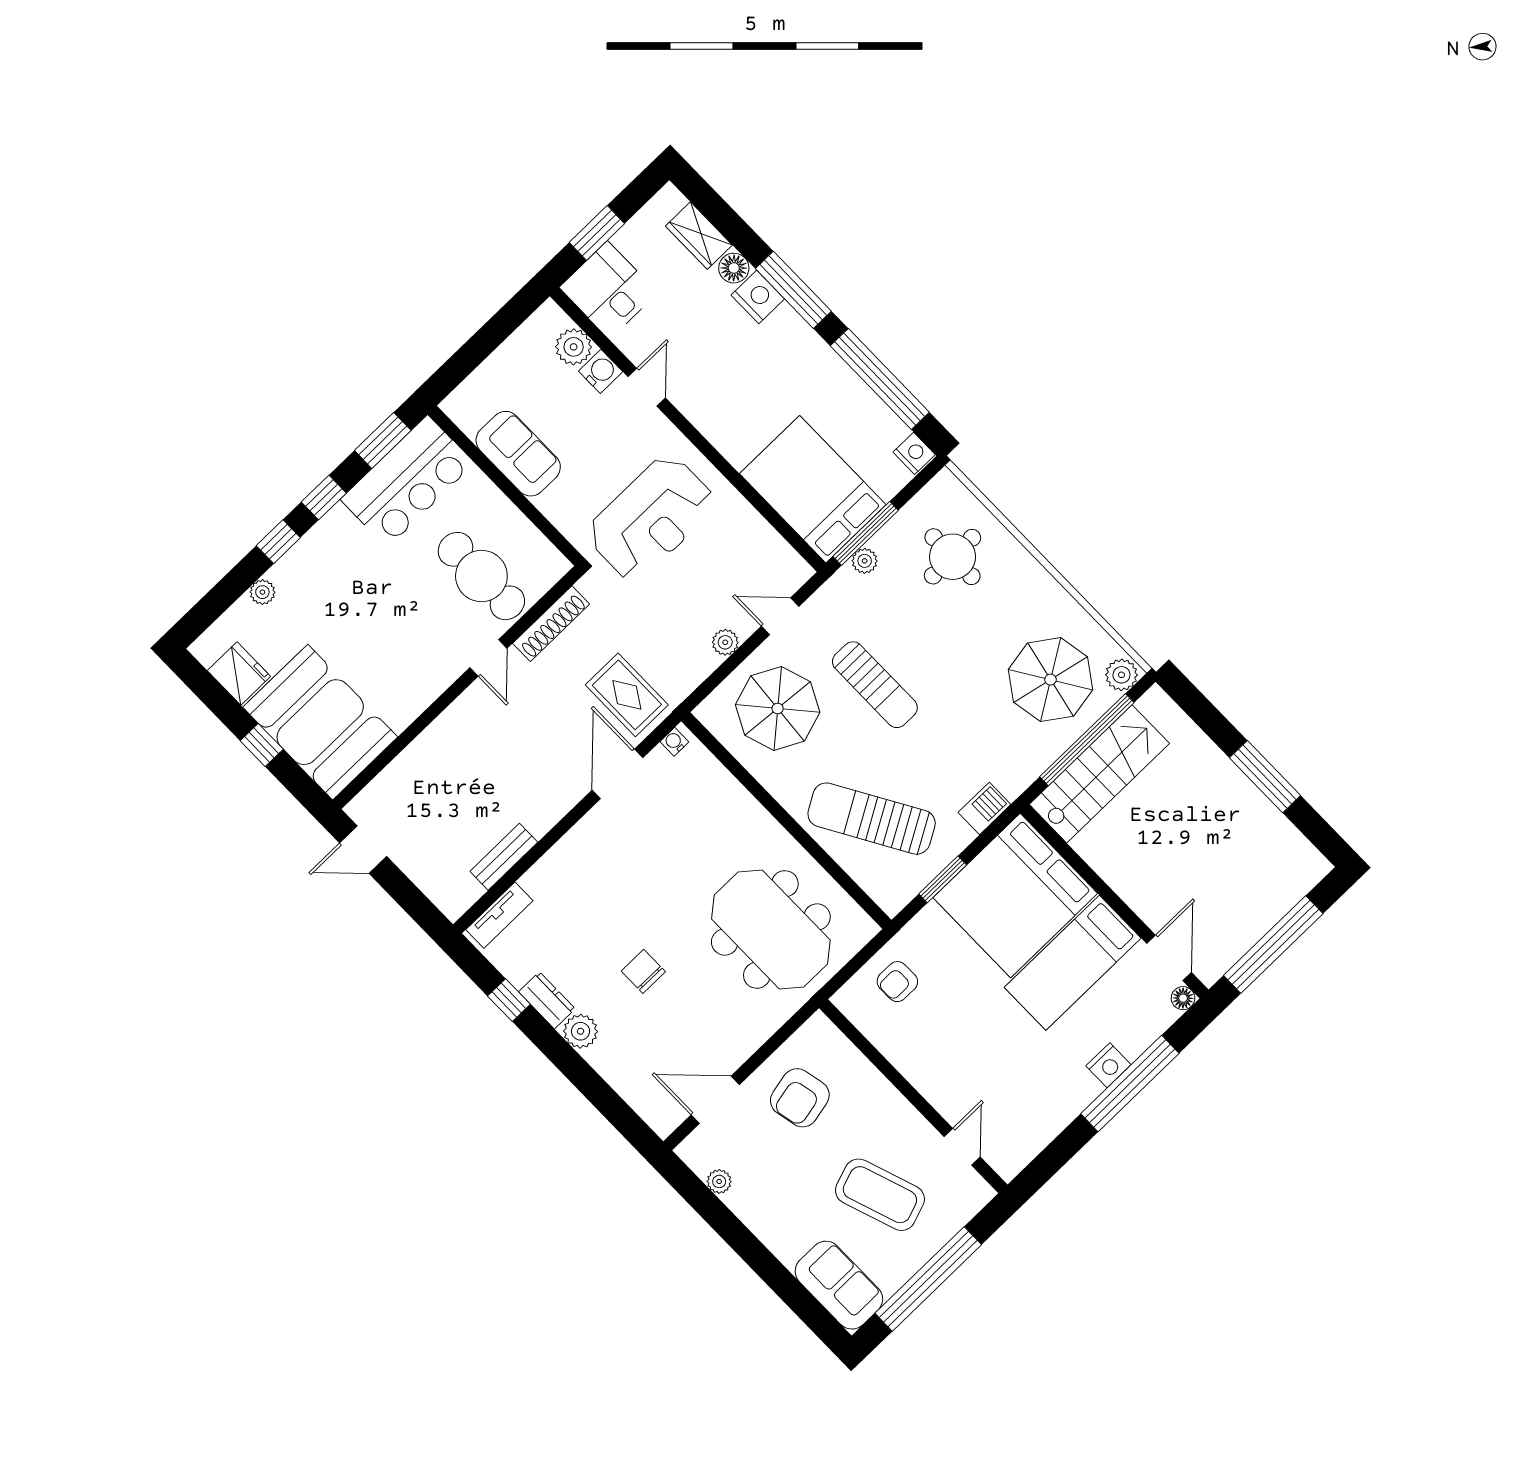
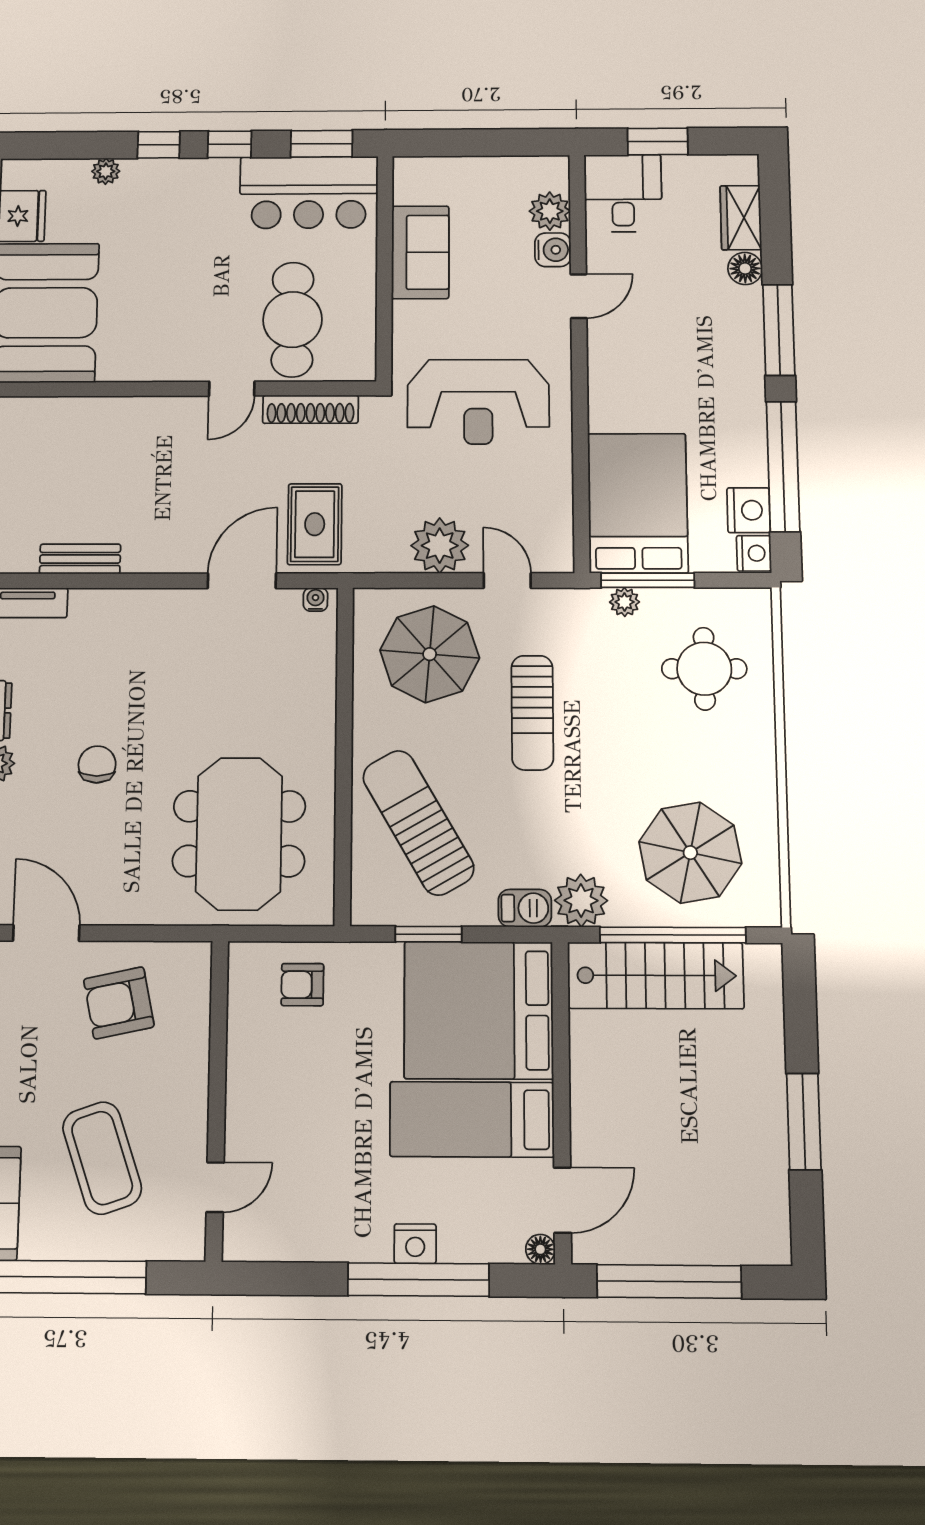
nightstand: (758, 297) -> (749, 510), moved
plant: (725, 642) -> (440, 546), width x1.88, depth x1.88
plant: (1121, 675) -> (581, 901), moved, width x1.36, depth x1.36

